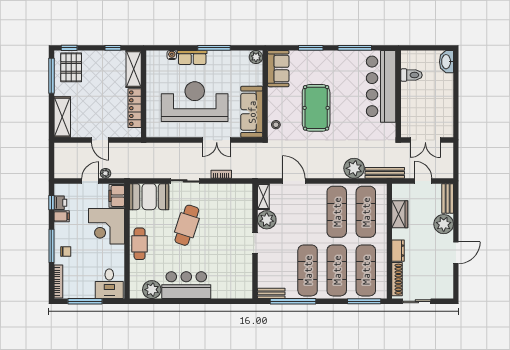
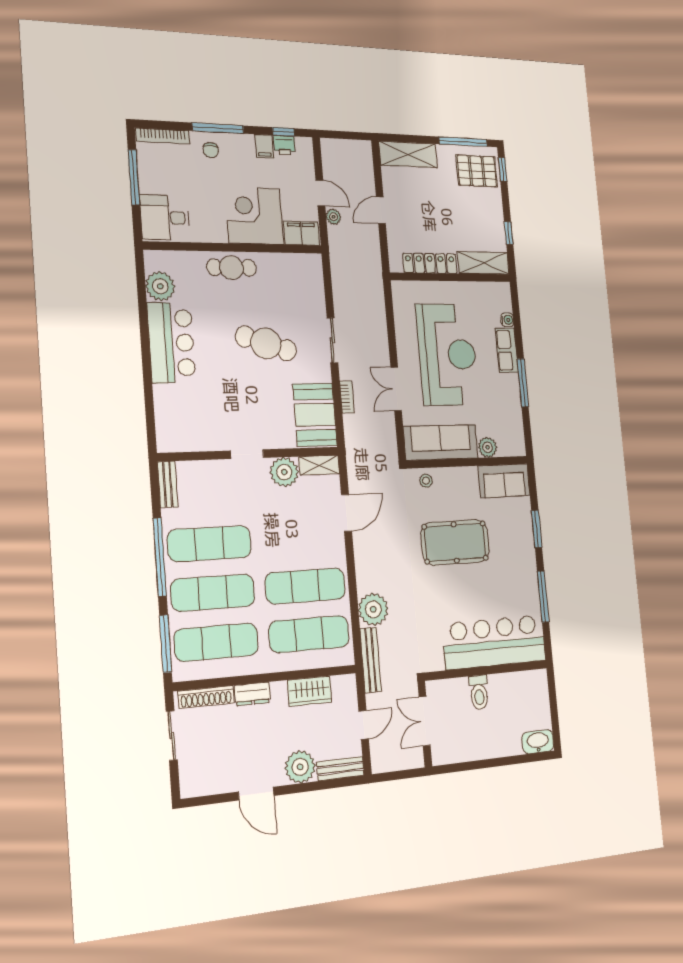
plant: (256, 57) -> (488, 447), moved
toilet: (411, 75) -> (479, 692), moved
booth: (149, 197) -> (315, 415), moved
window: (293, 301) -> (160, 557), moved

